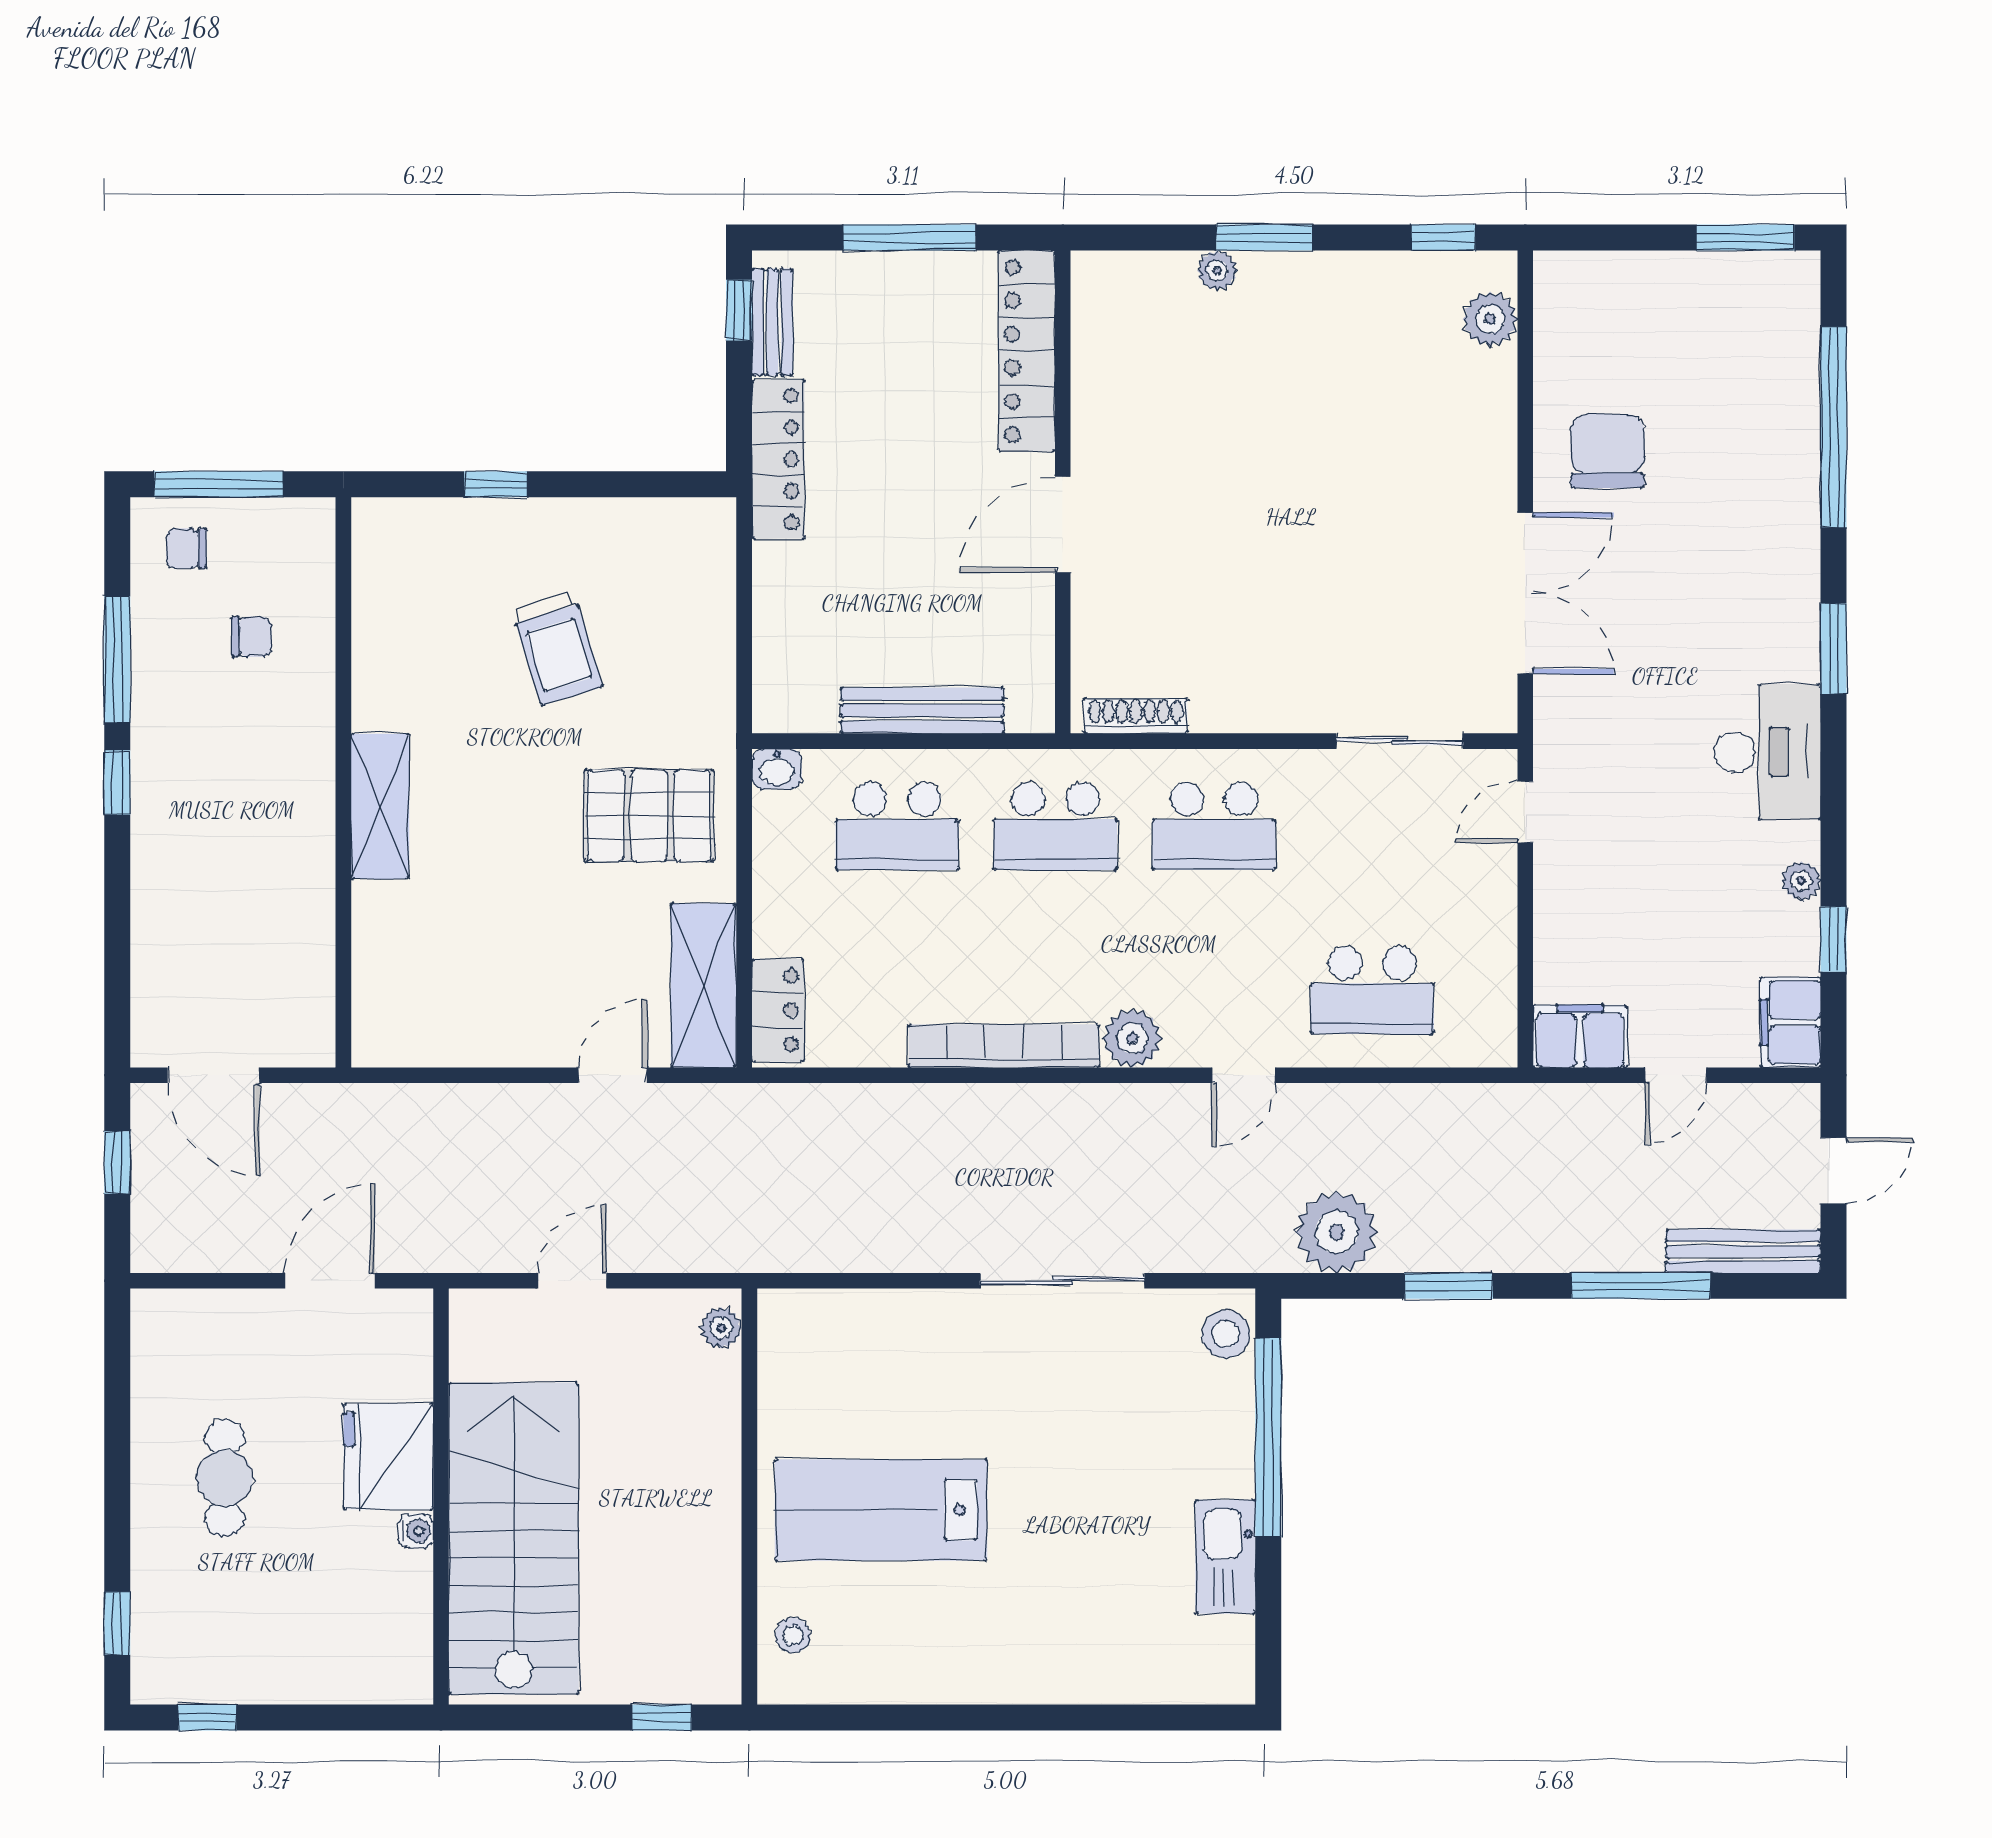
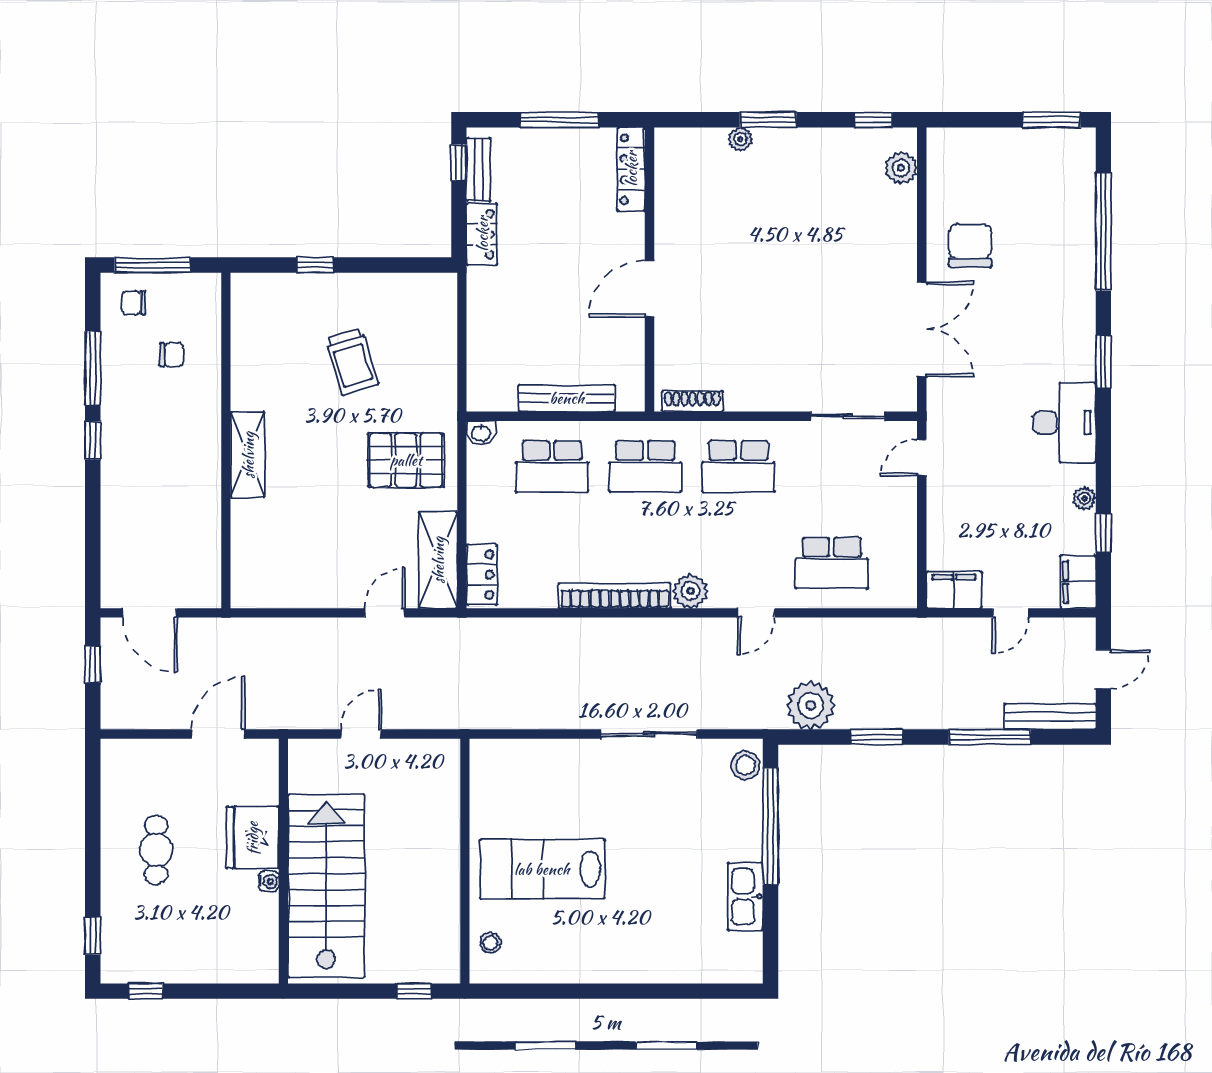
locker: (1027, 351) -> (631, 169), width x0.71, depth x0.83
locker: (778, 459) -> (482, 234), width x0.66
plant: (721, 1328) -> (448, 762), removed

